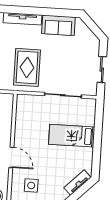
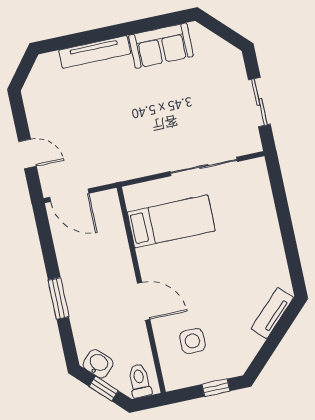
rug: (27, 67) -> (127, 135), removed
bed: (72, 136) -> (171, 221), moved, turned 180

